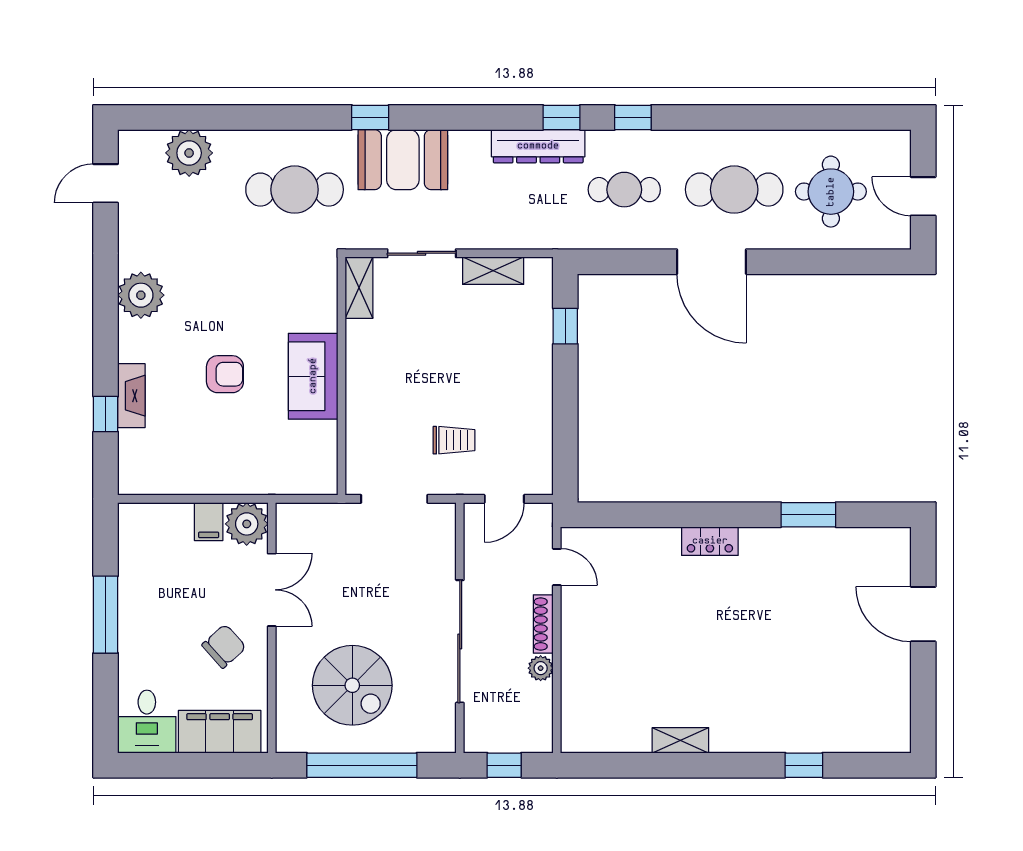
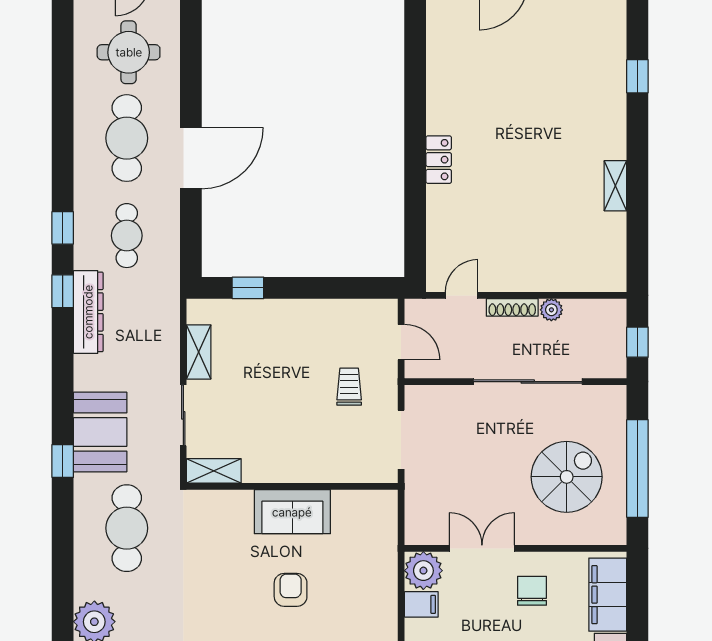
window: (808, 515) -> (415, 72), removed
chair: (224, 646) -> (532, 591), turned 42

